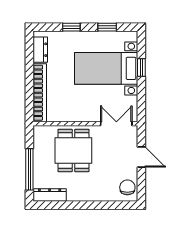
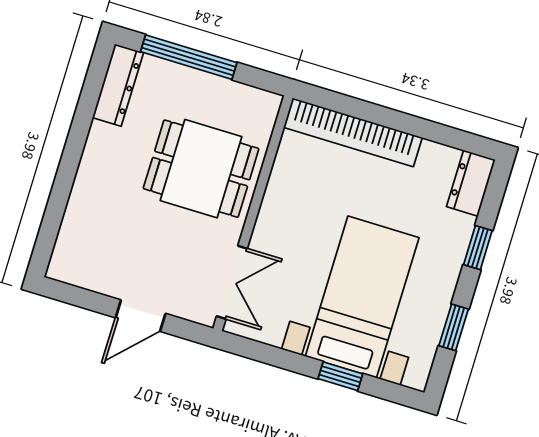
dresser: (40, 50) -> (471, 183), moved, turned 90
chair: (127, 187) -> (82, 264), removed

